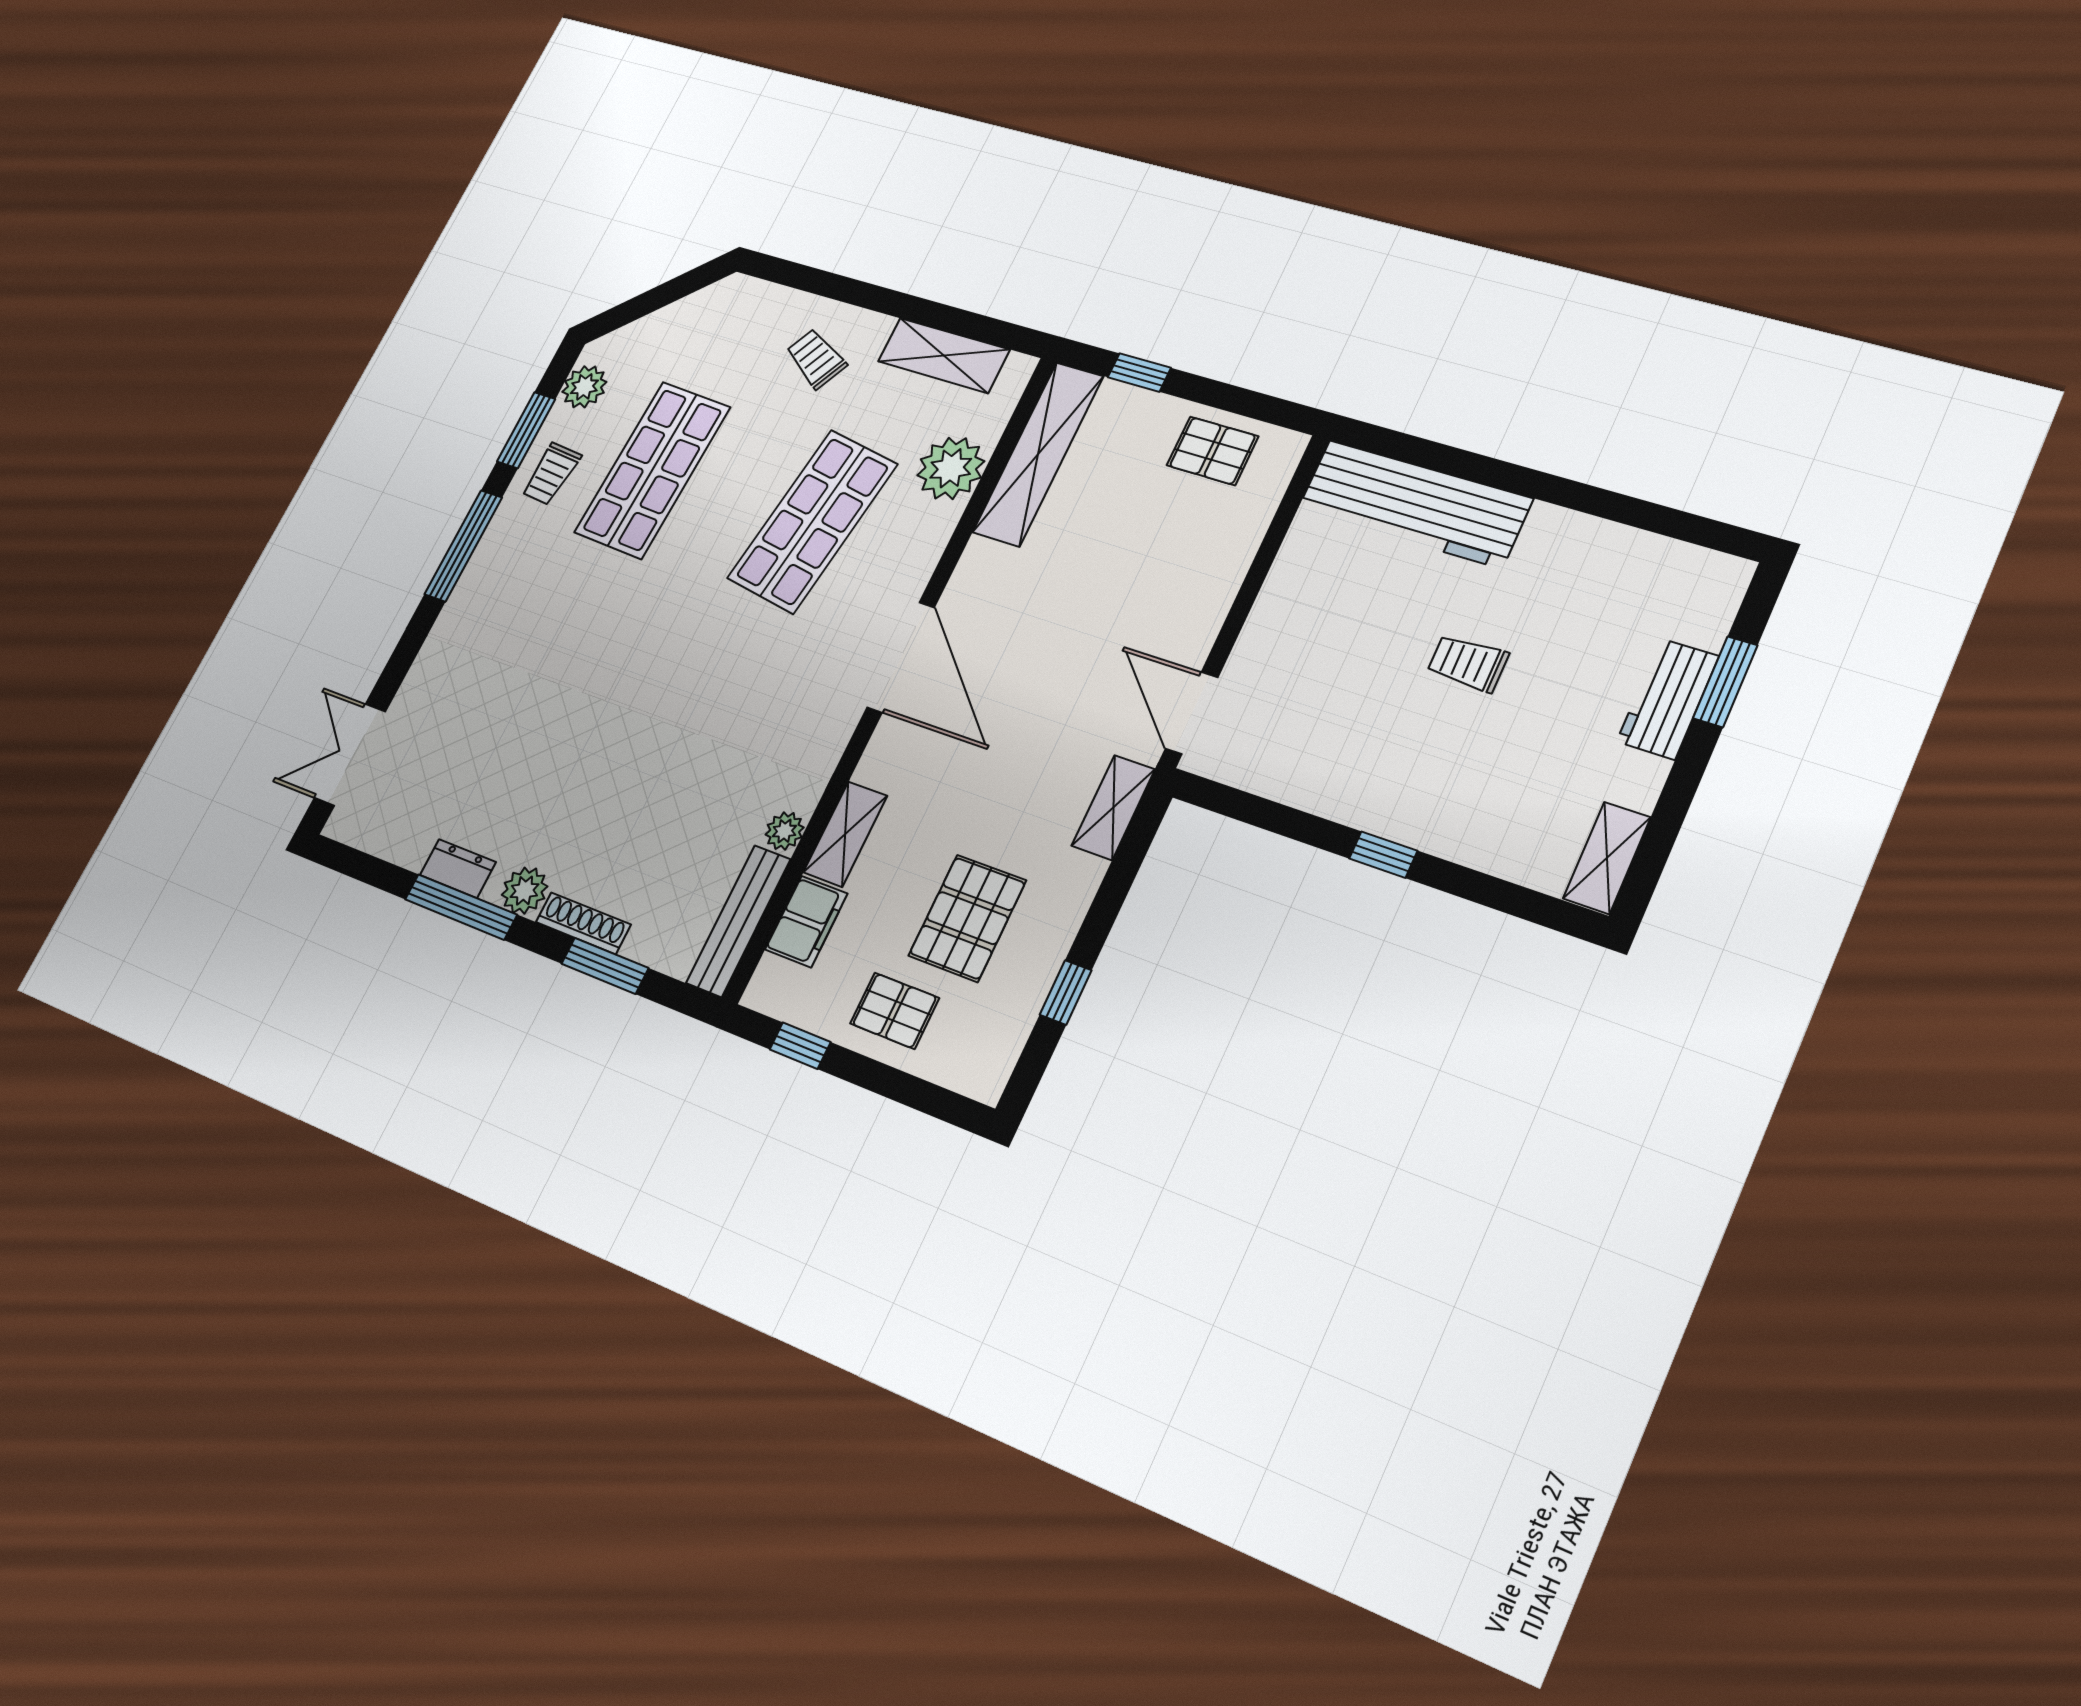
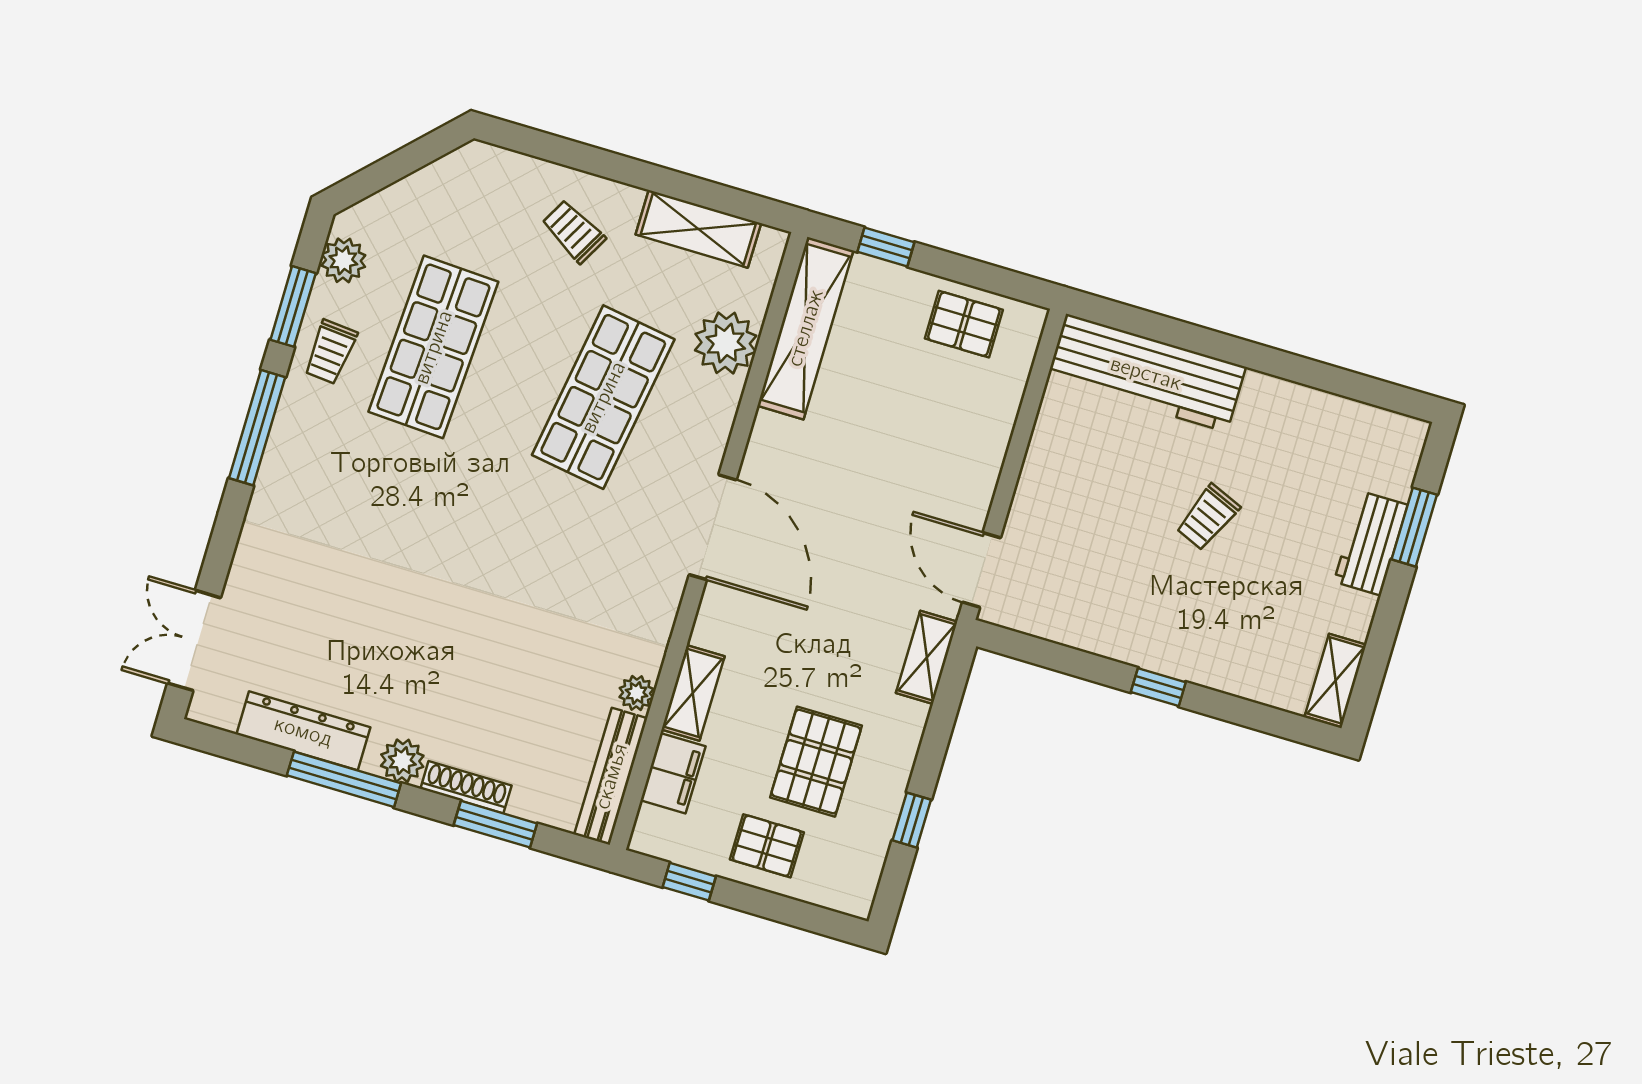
trolley: (1468, 663) -> (1208, 517), turned -67
dresser: (458, 869) -> (303, 731), width x1.96, depth x1.24

